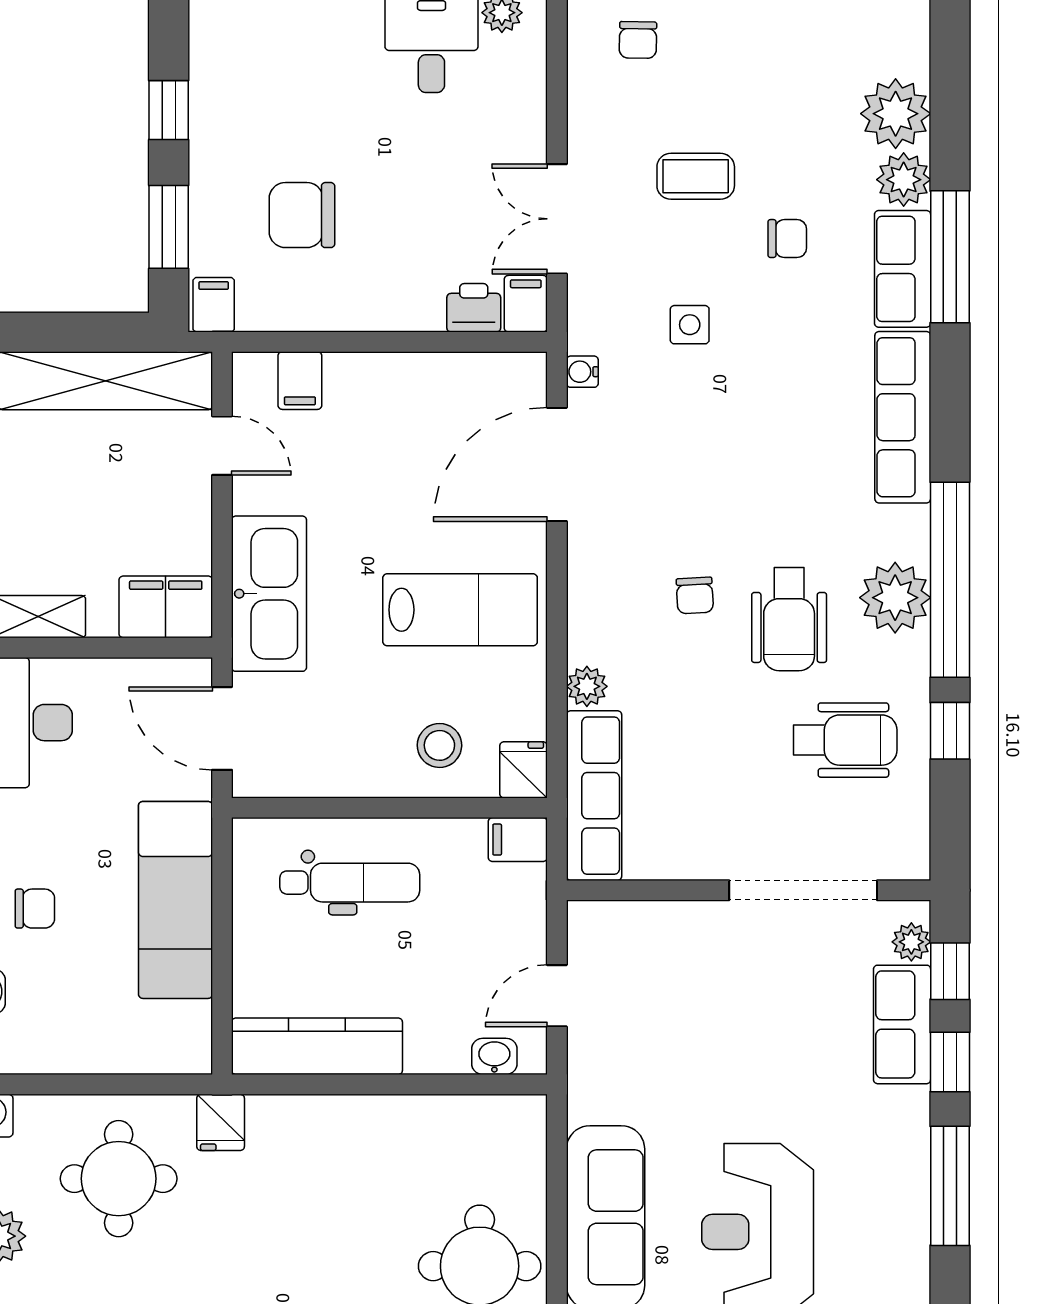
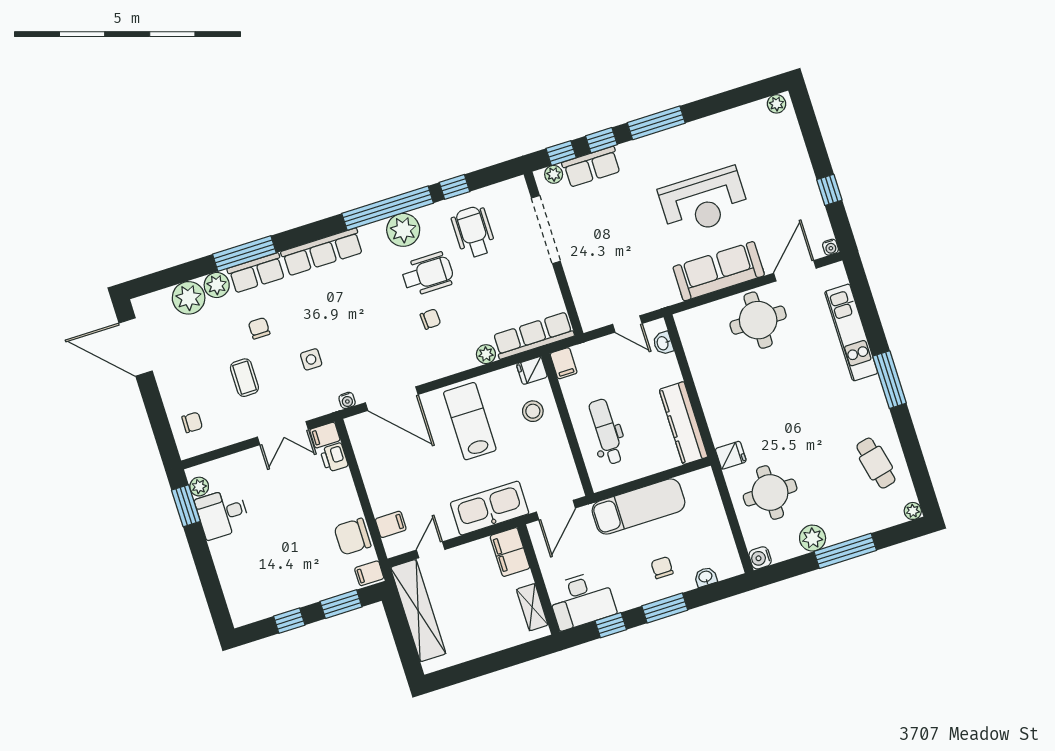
chair: (302, 215) -> (352, 537), moved, turned 90

